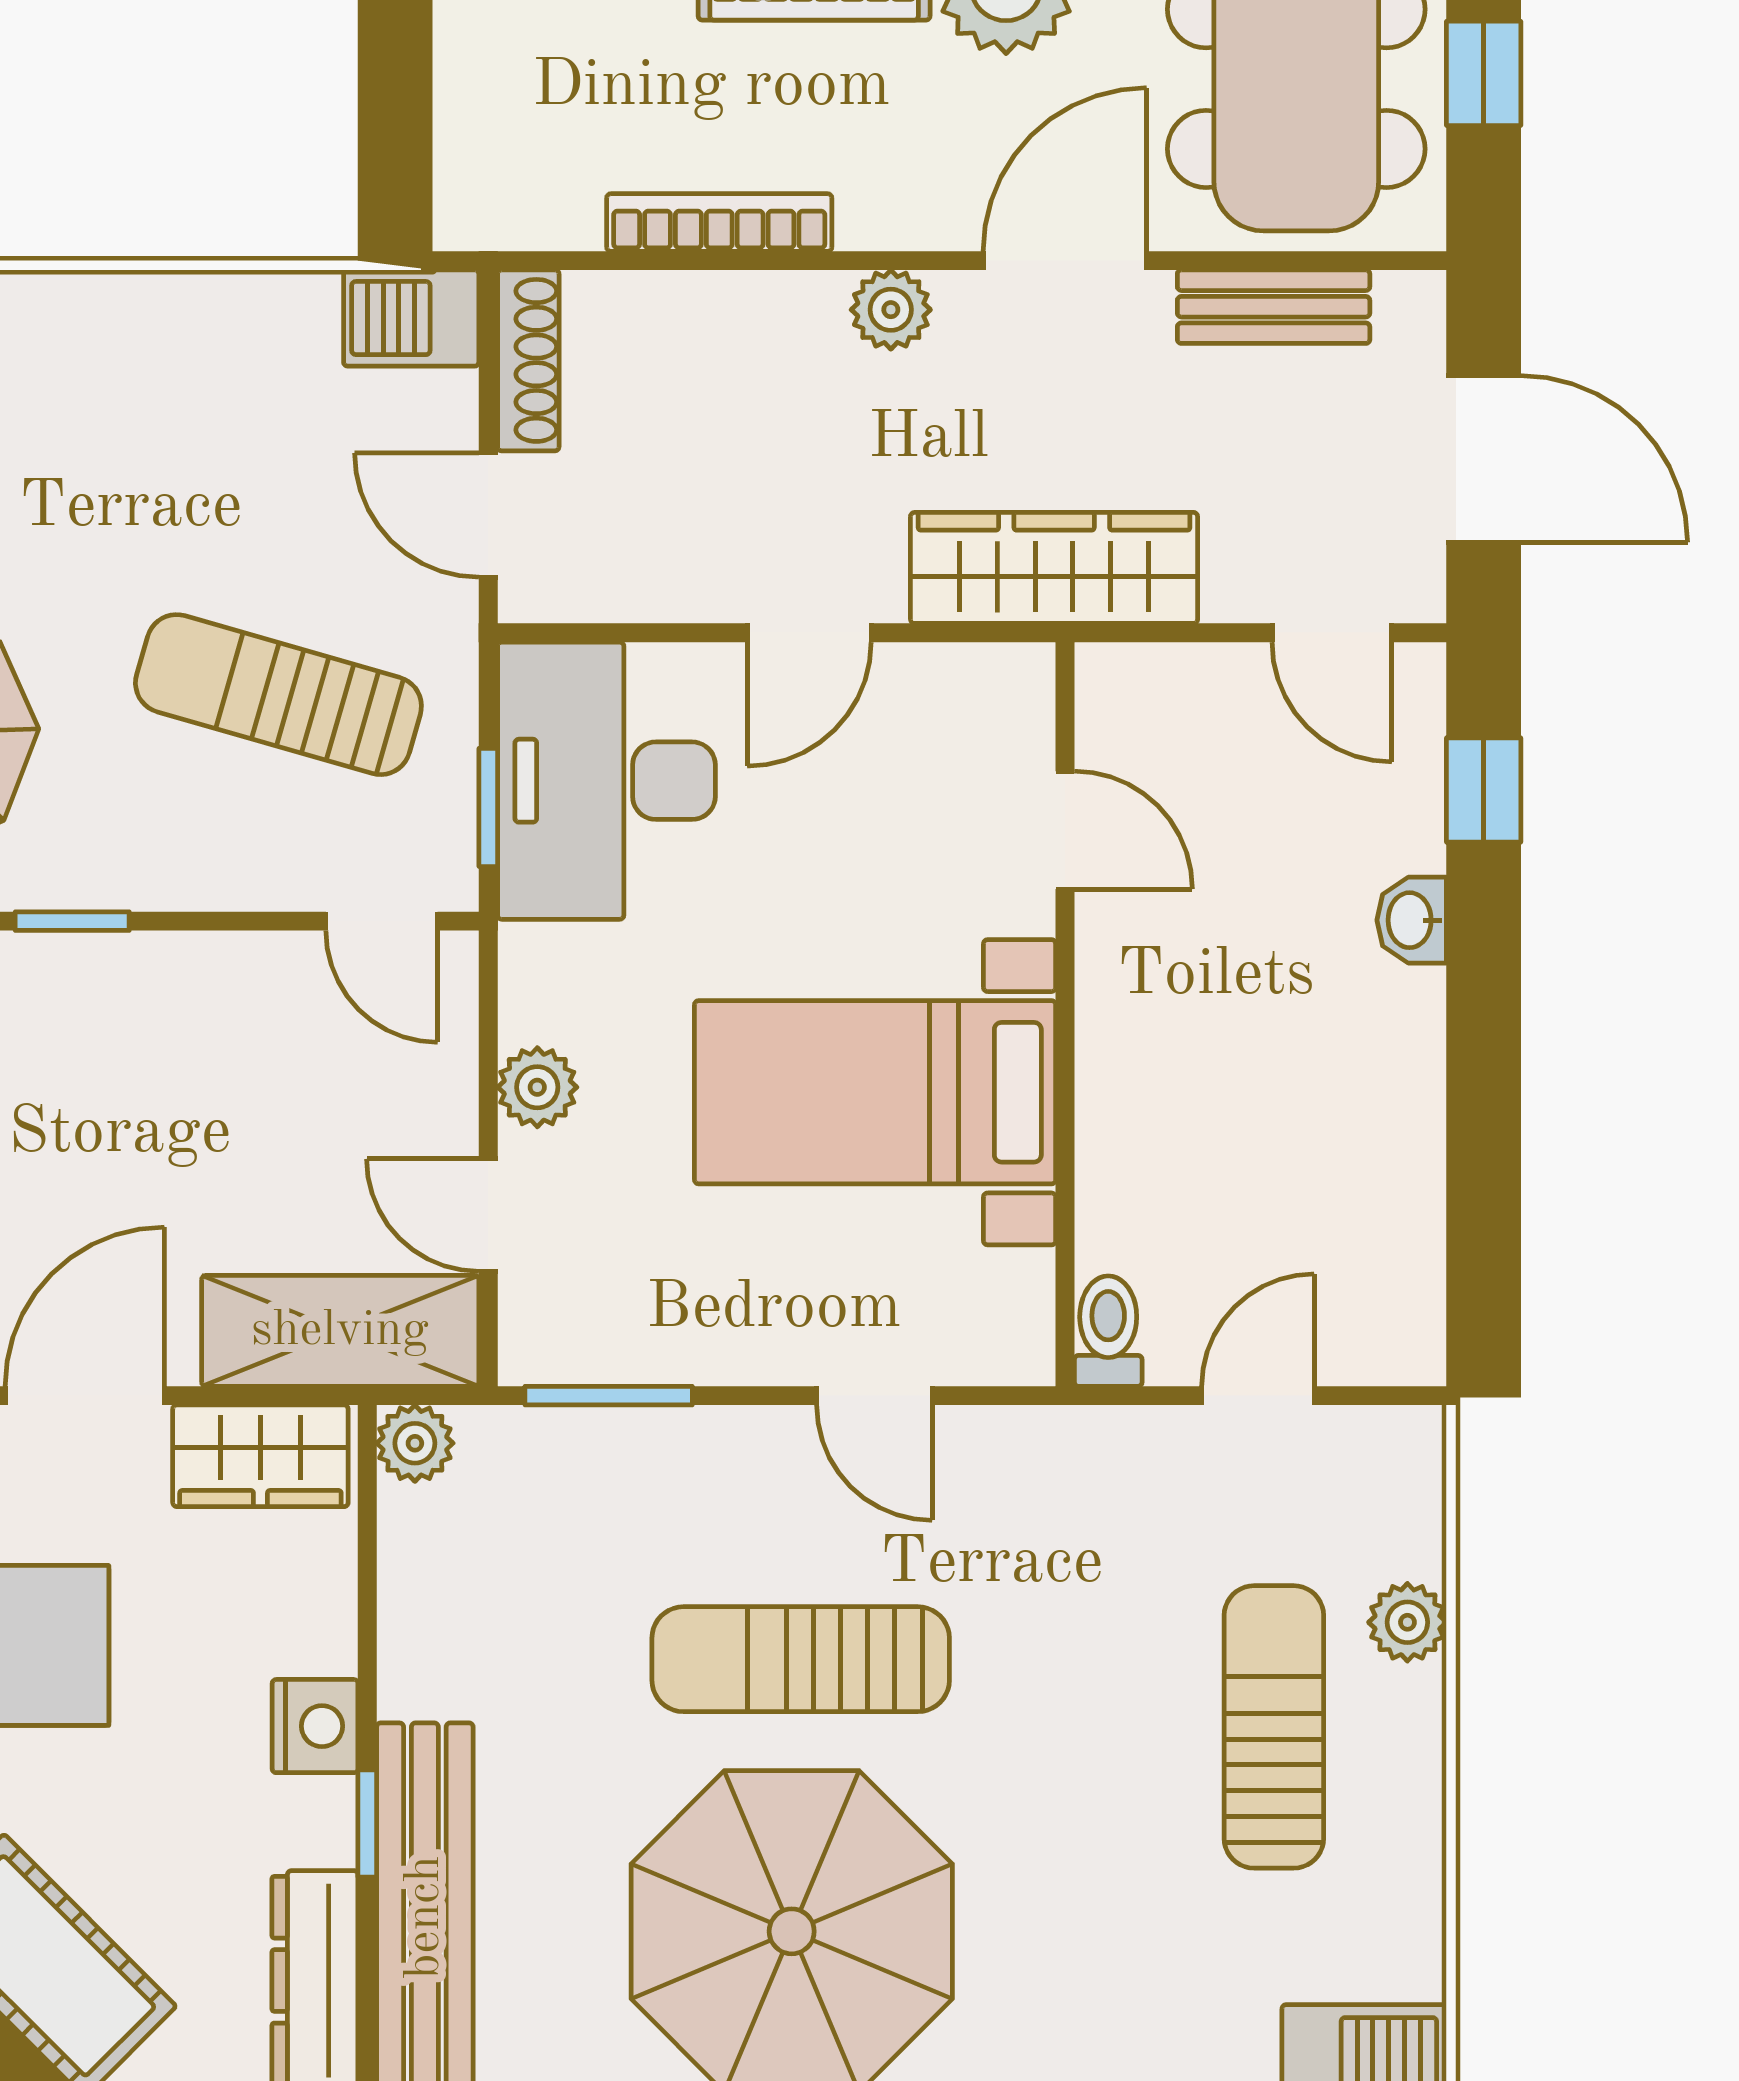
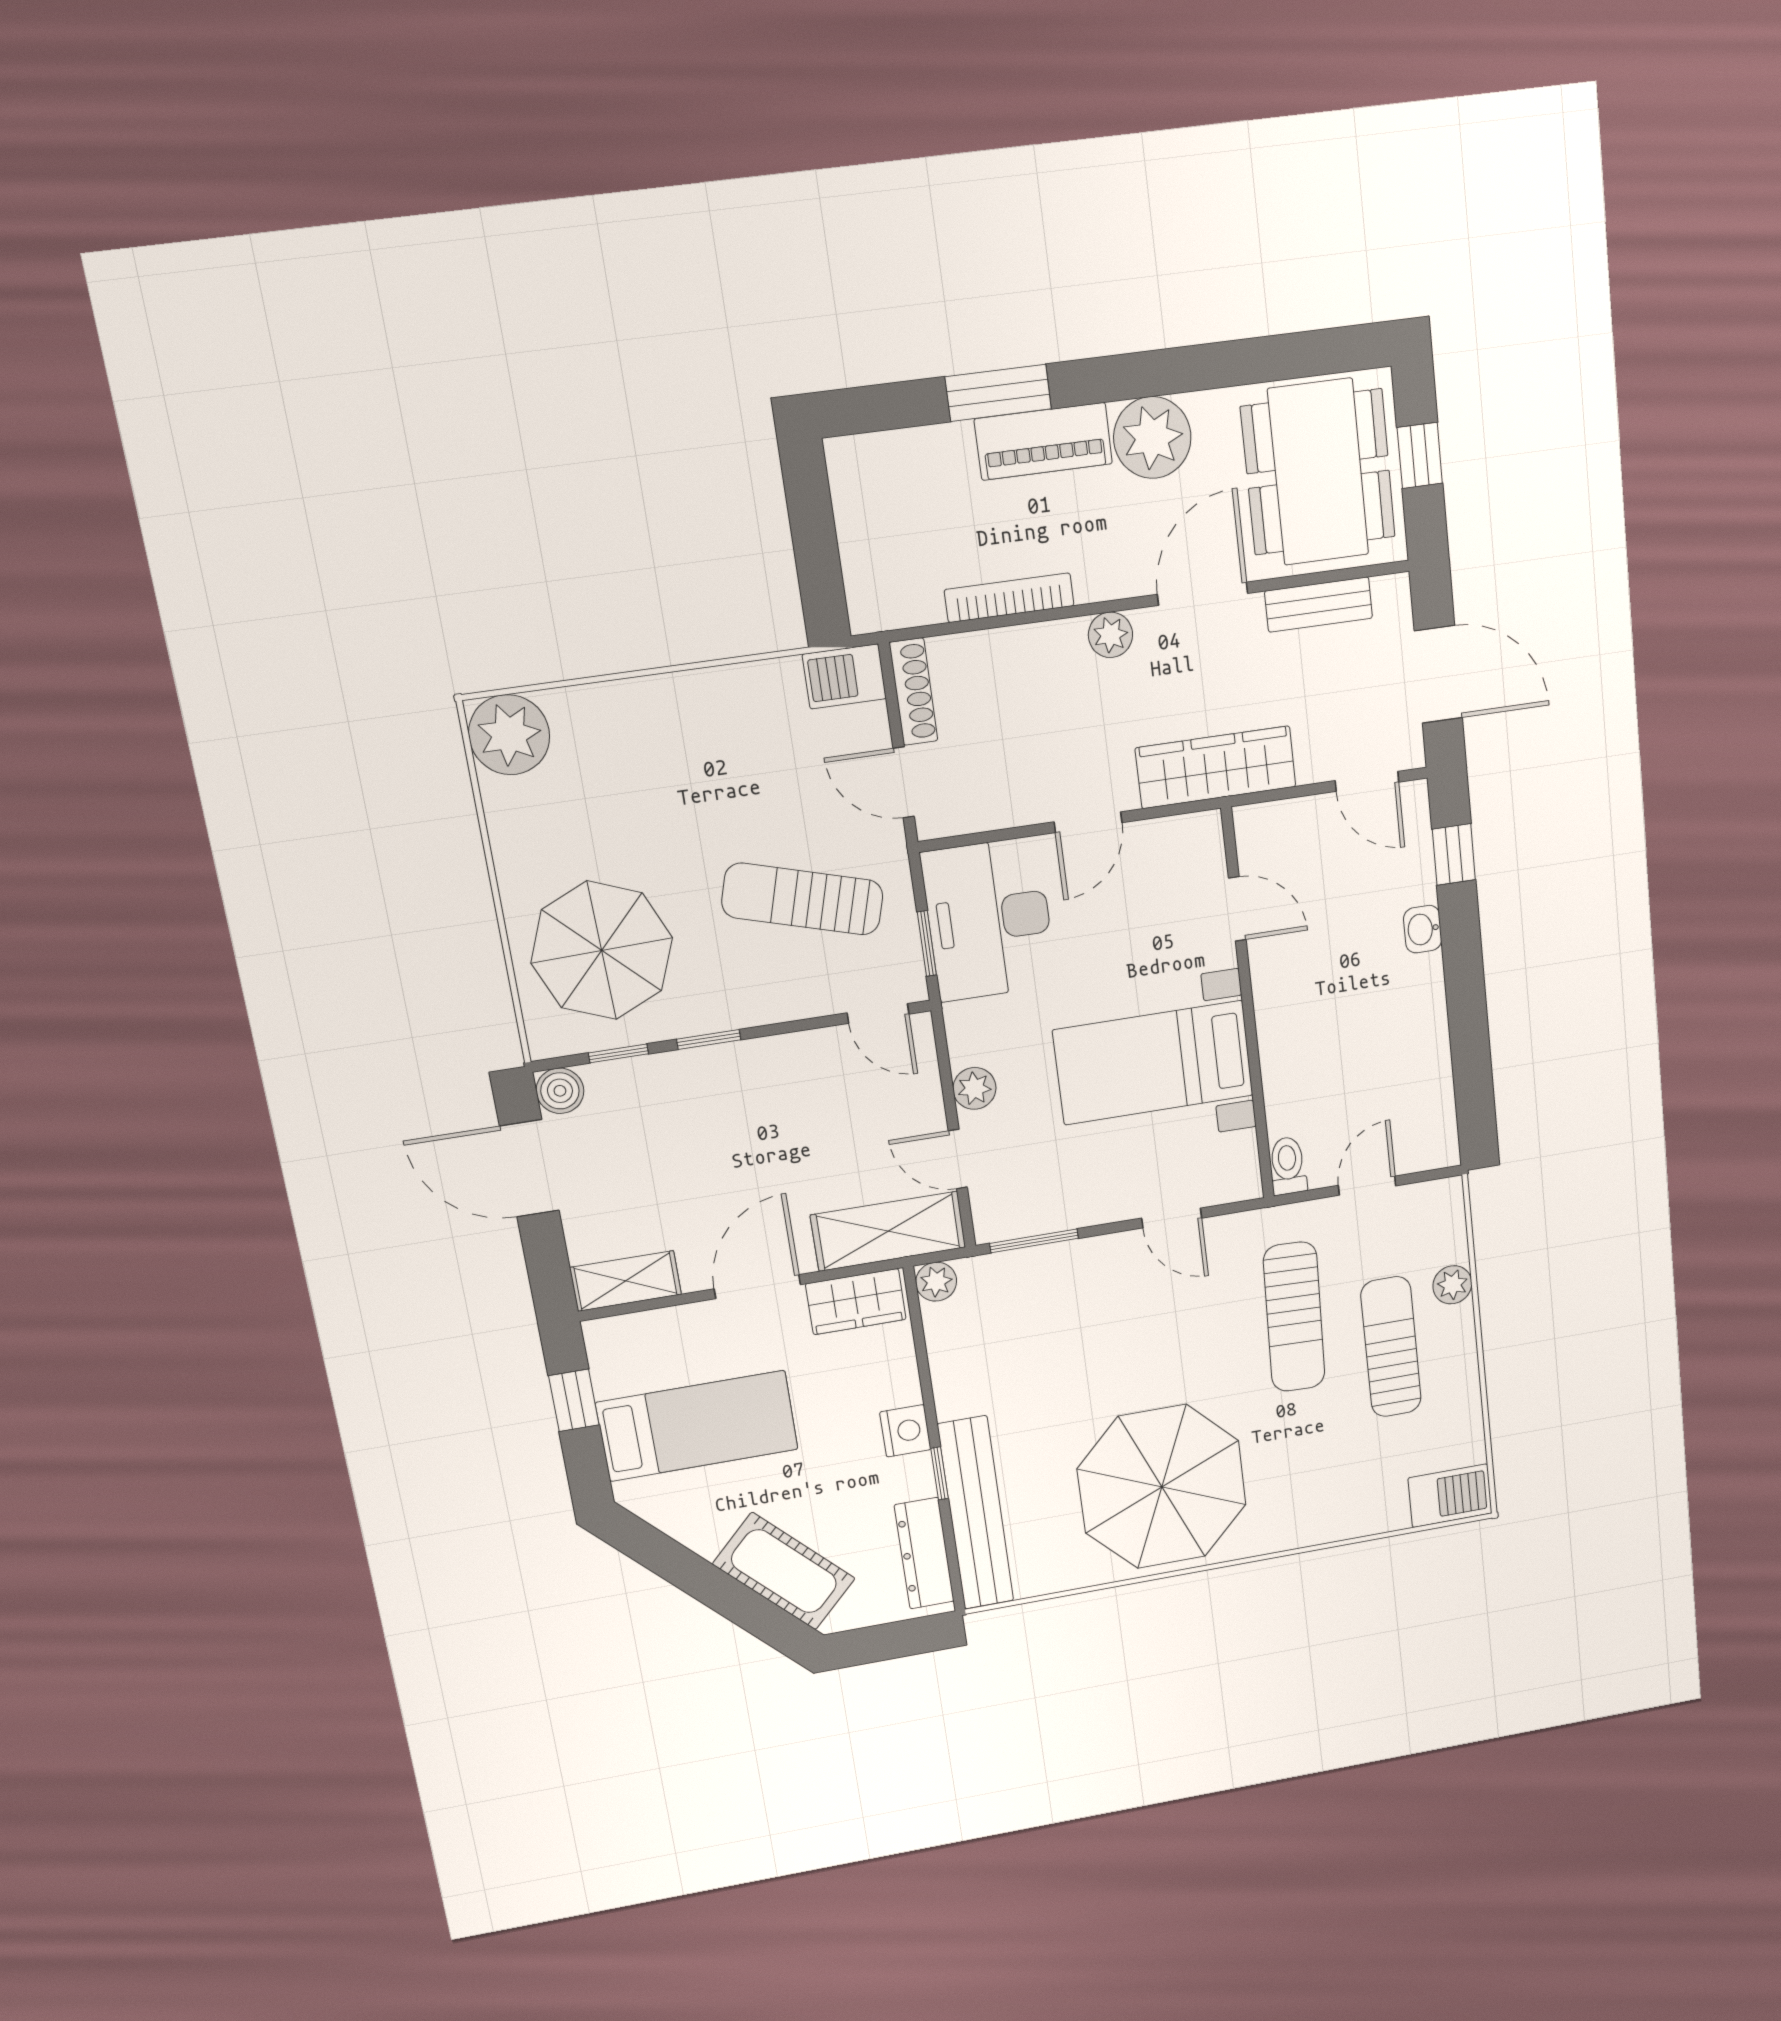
sun lounger: (801, 1659) -> (1294, 1317), moved, turned -88

